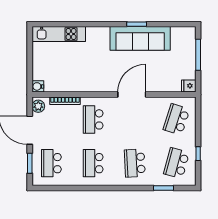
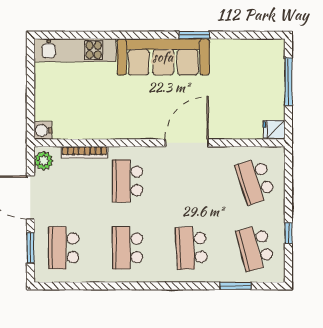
sofa: (140, 38) -> (163, 57), moved
school desk: (177, 119) -> (255, 181), turned -36
school desk: (177, 163) -> (255, 248), turned -30

